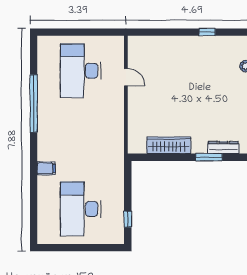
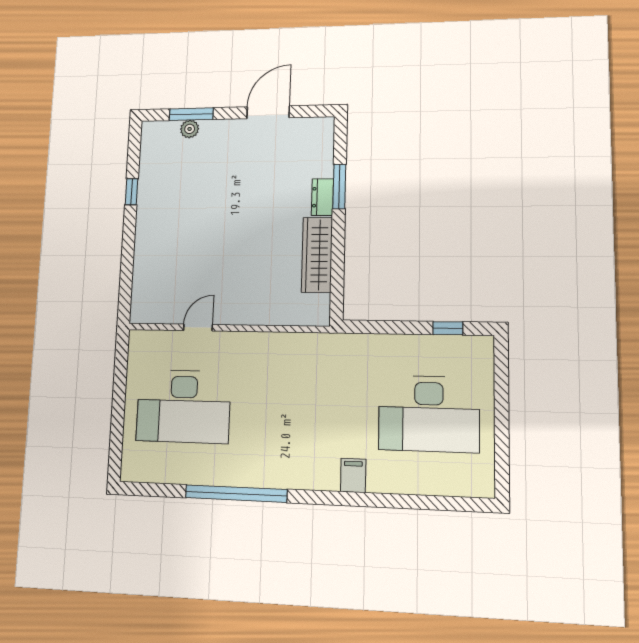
dresser: (223, 148) -> (322, 197), moved, width x0.70

